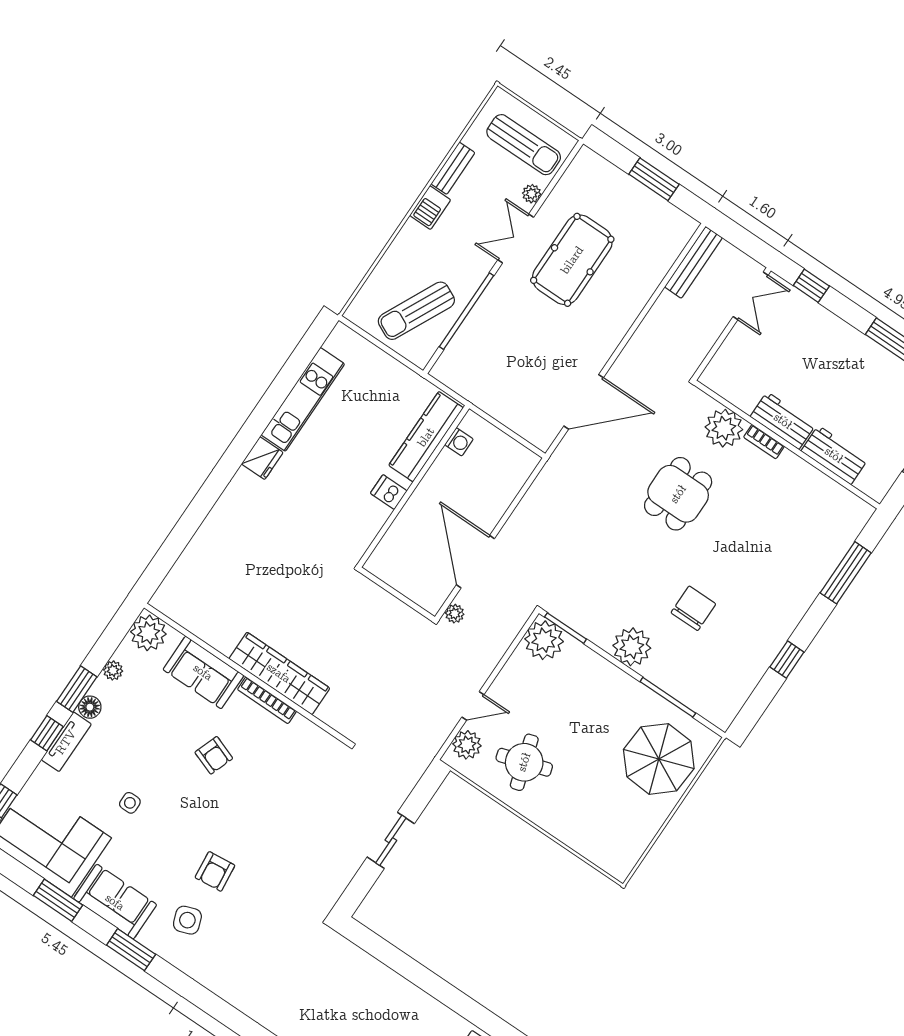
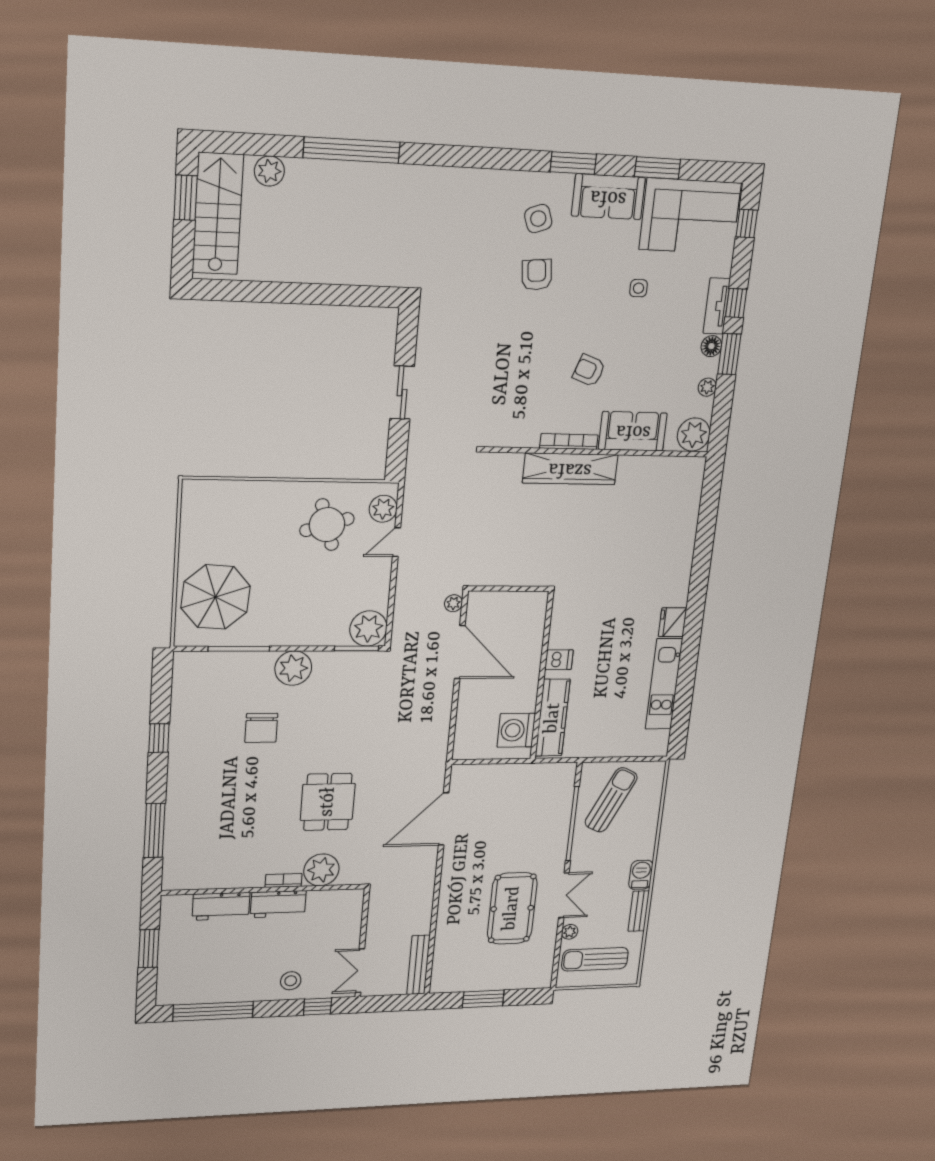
stool: (819, 332) -> (291, 981), added
washing machine: (459, 442) -> (516, 730), width x1.89, depth x1.89

